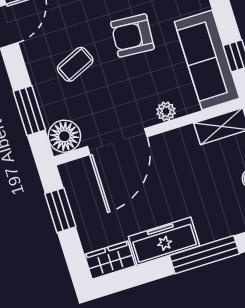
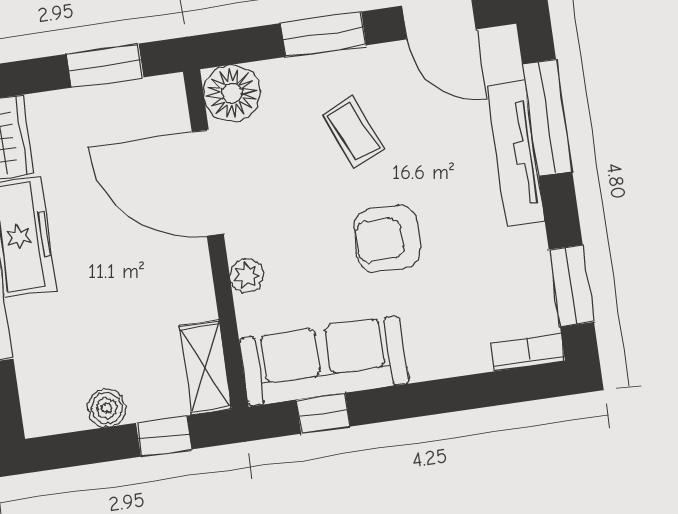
armchair: (132, 35) -> (387, 239), turned -94
window: (29, 111) -> (323, 34), moved

